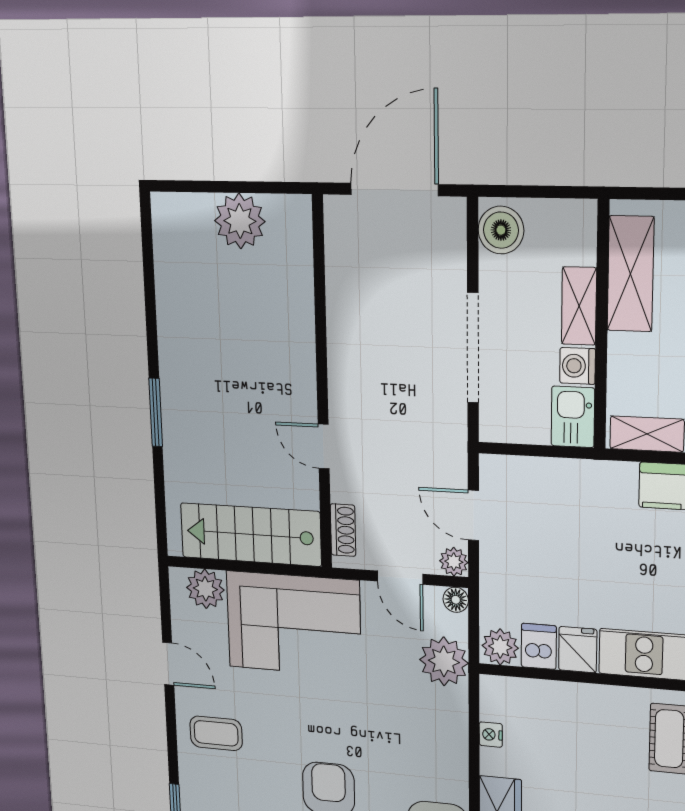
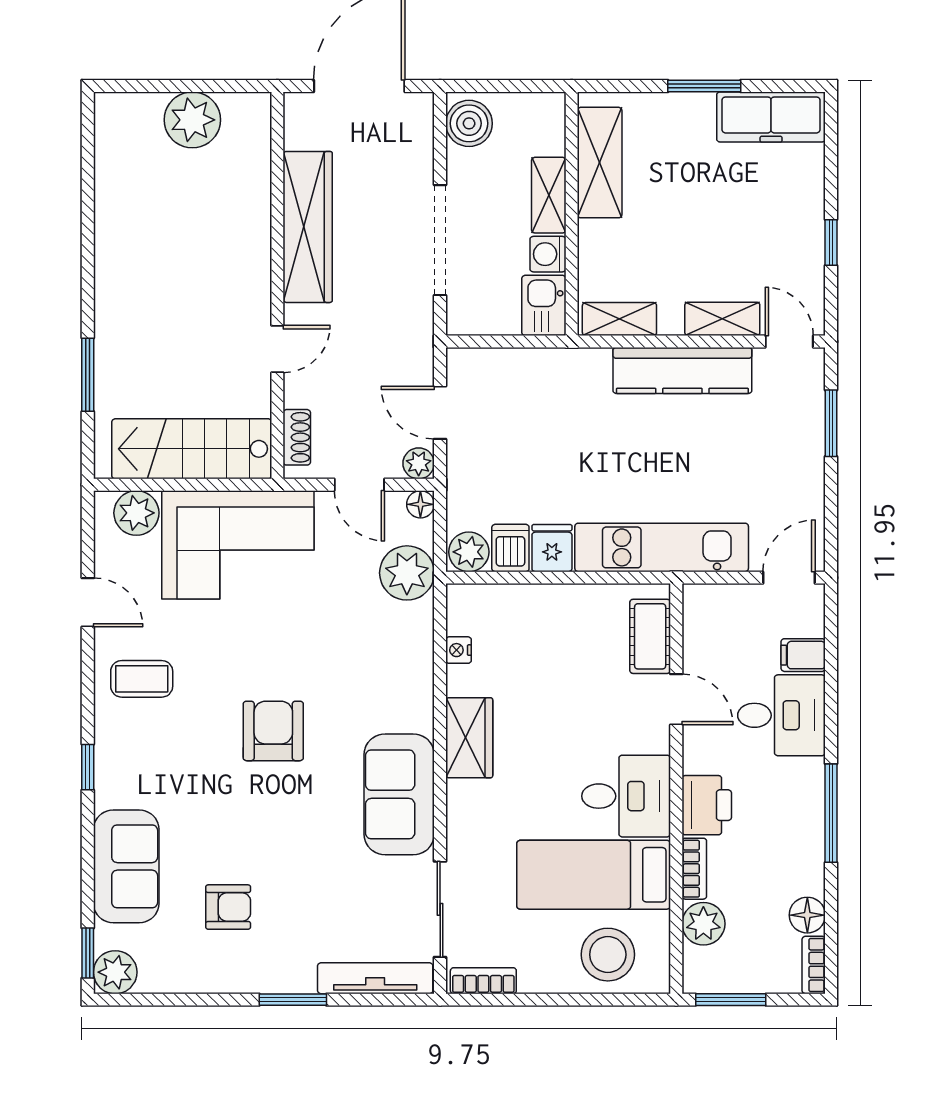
wardrobe: (349, 330) -> (308, 227), added
window: (156, 412) -> (88, 375), moved
door: (324, 446) -> (277, 349), swing flipped

